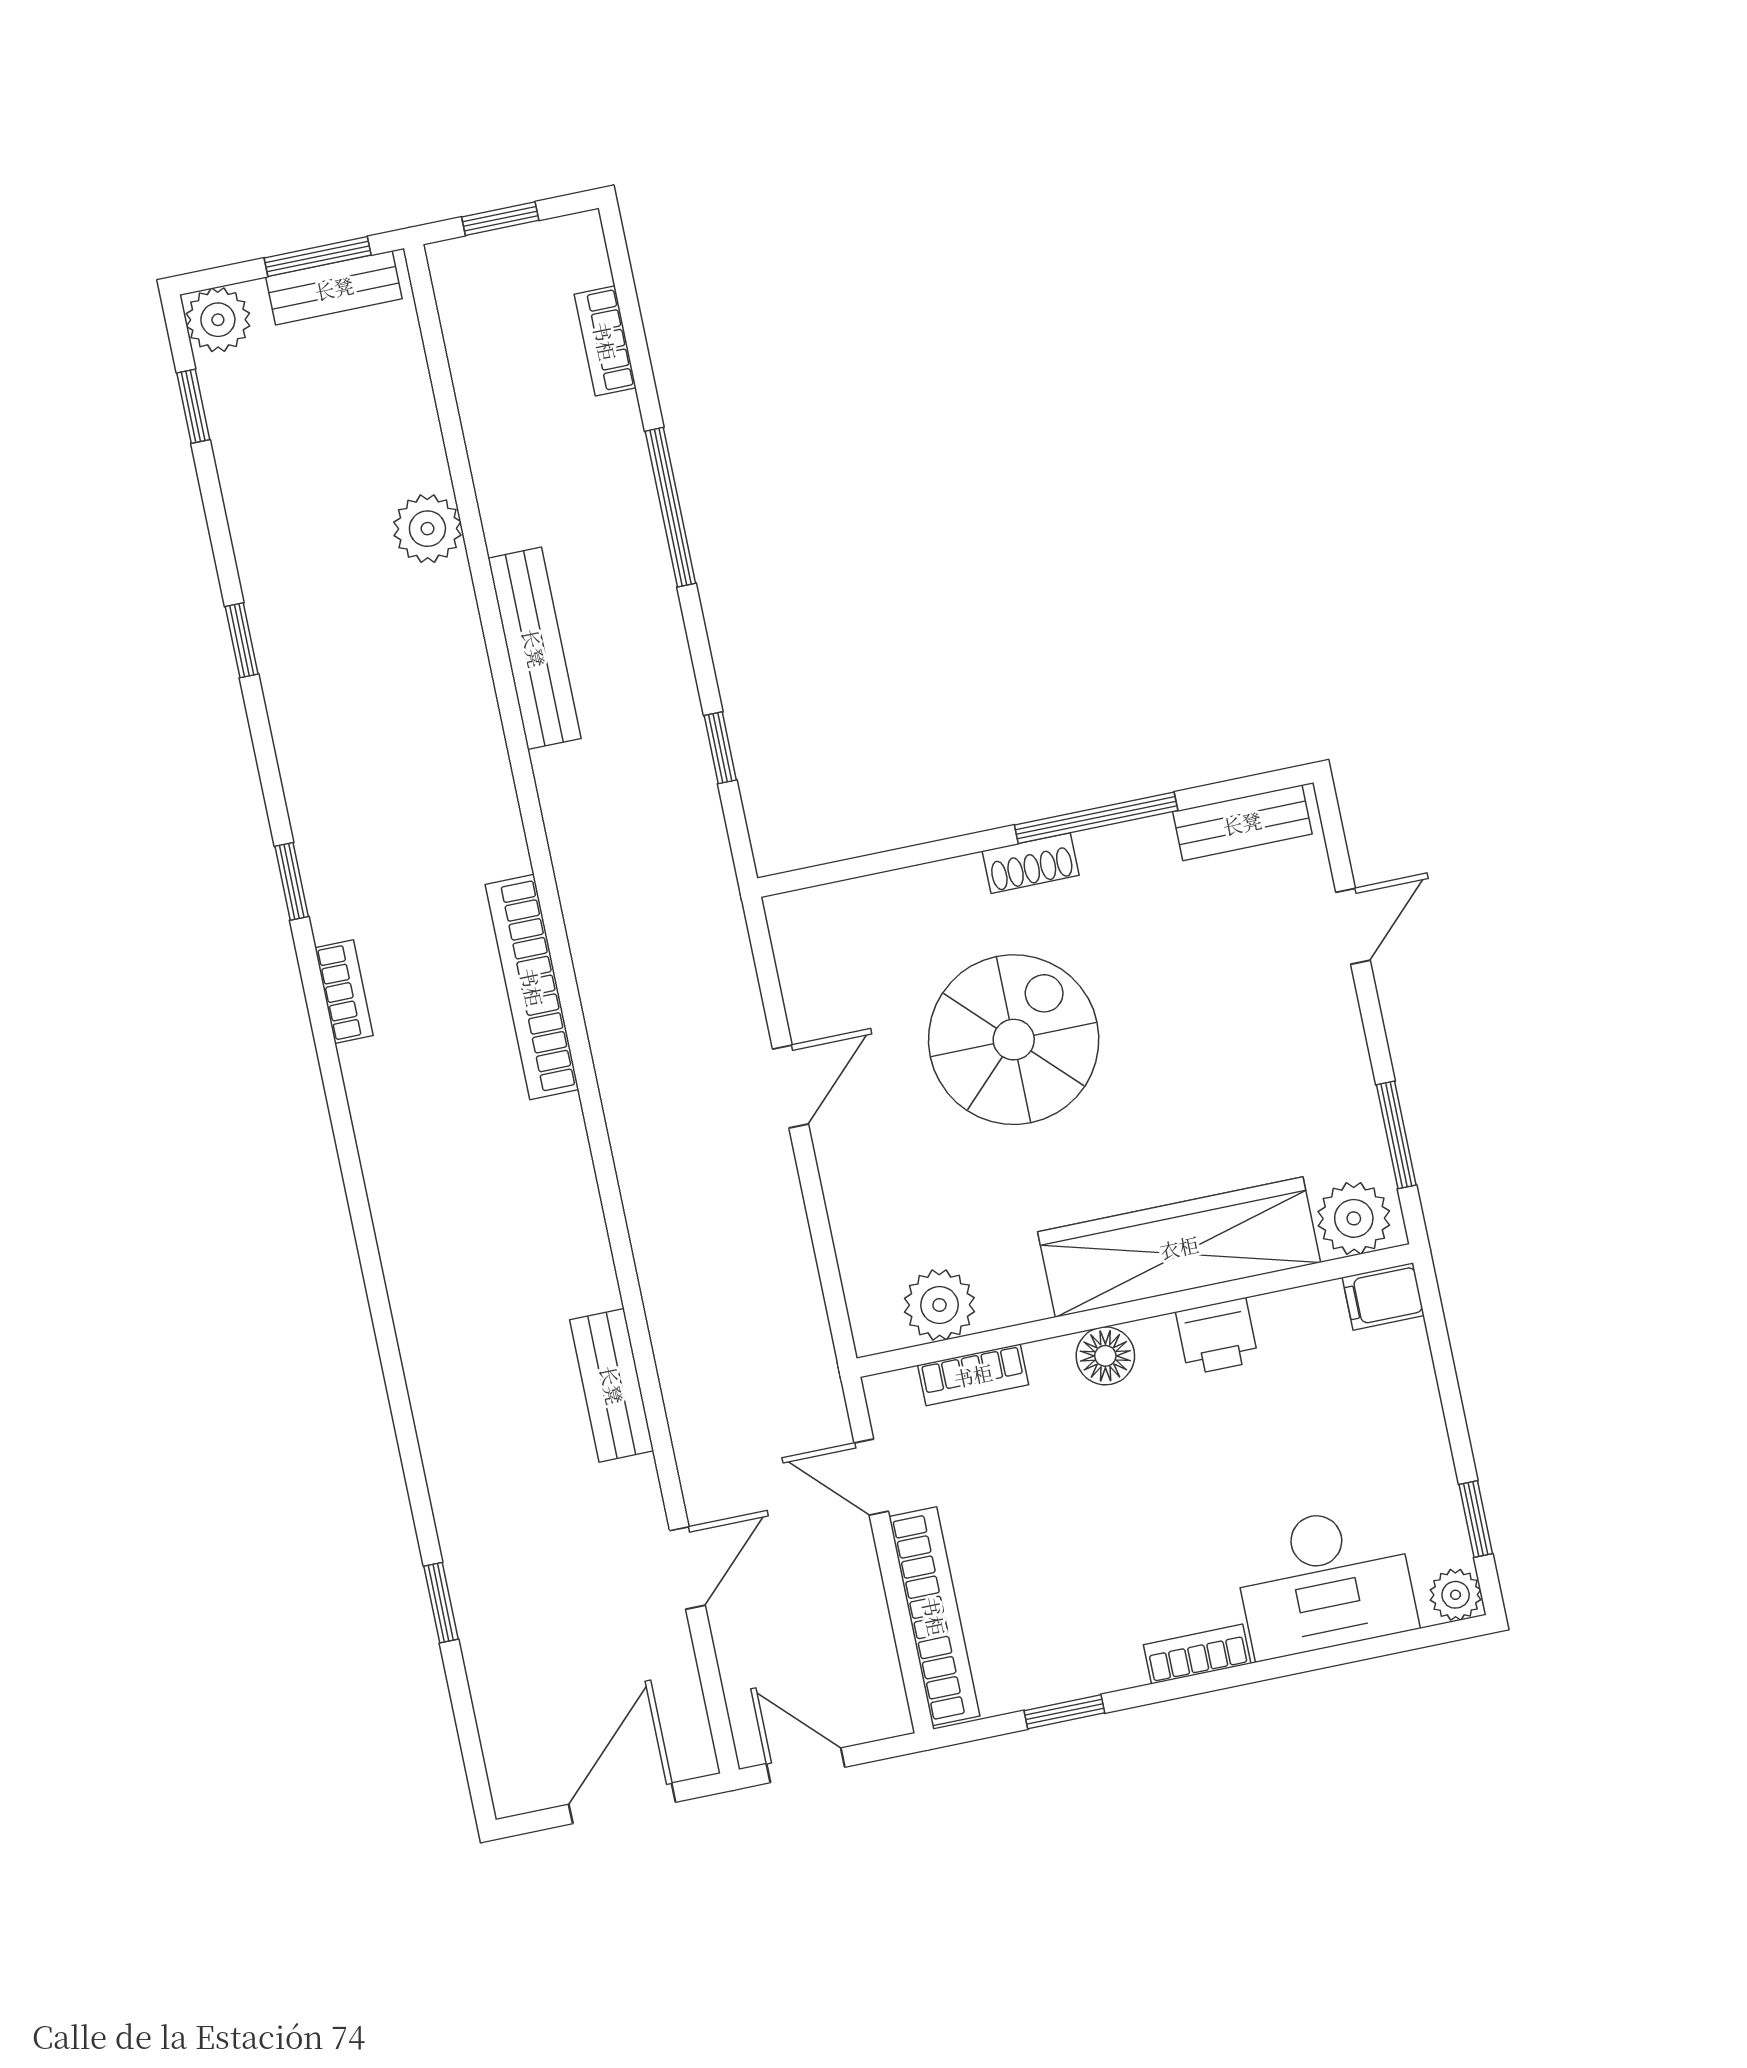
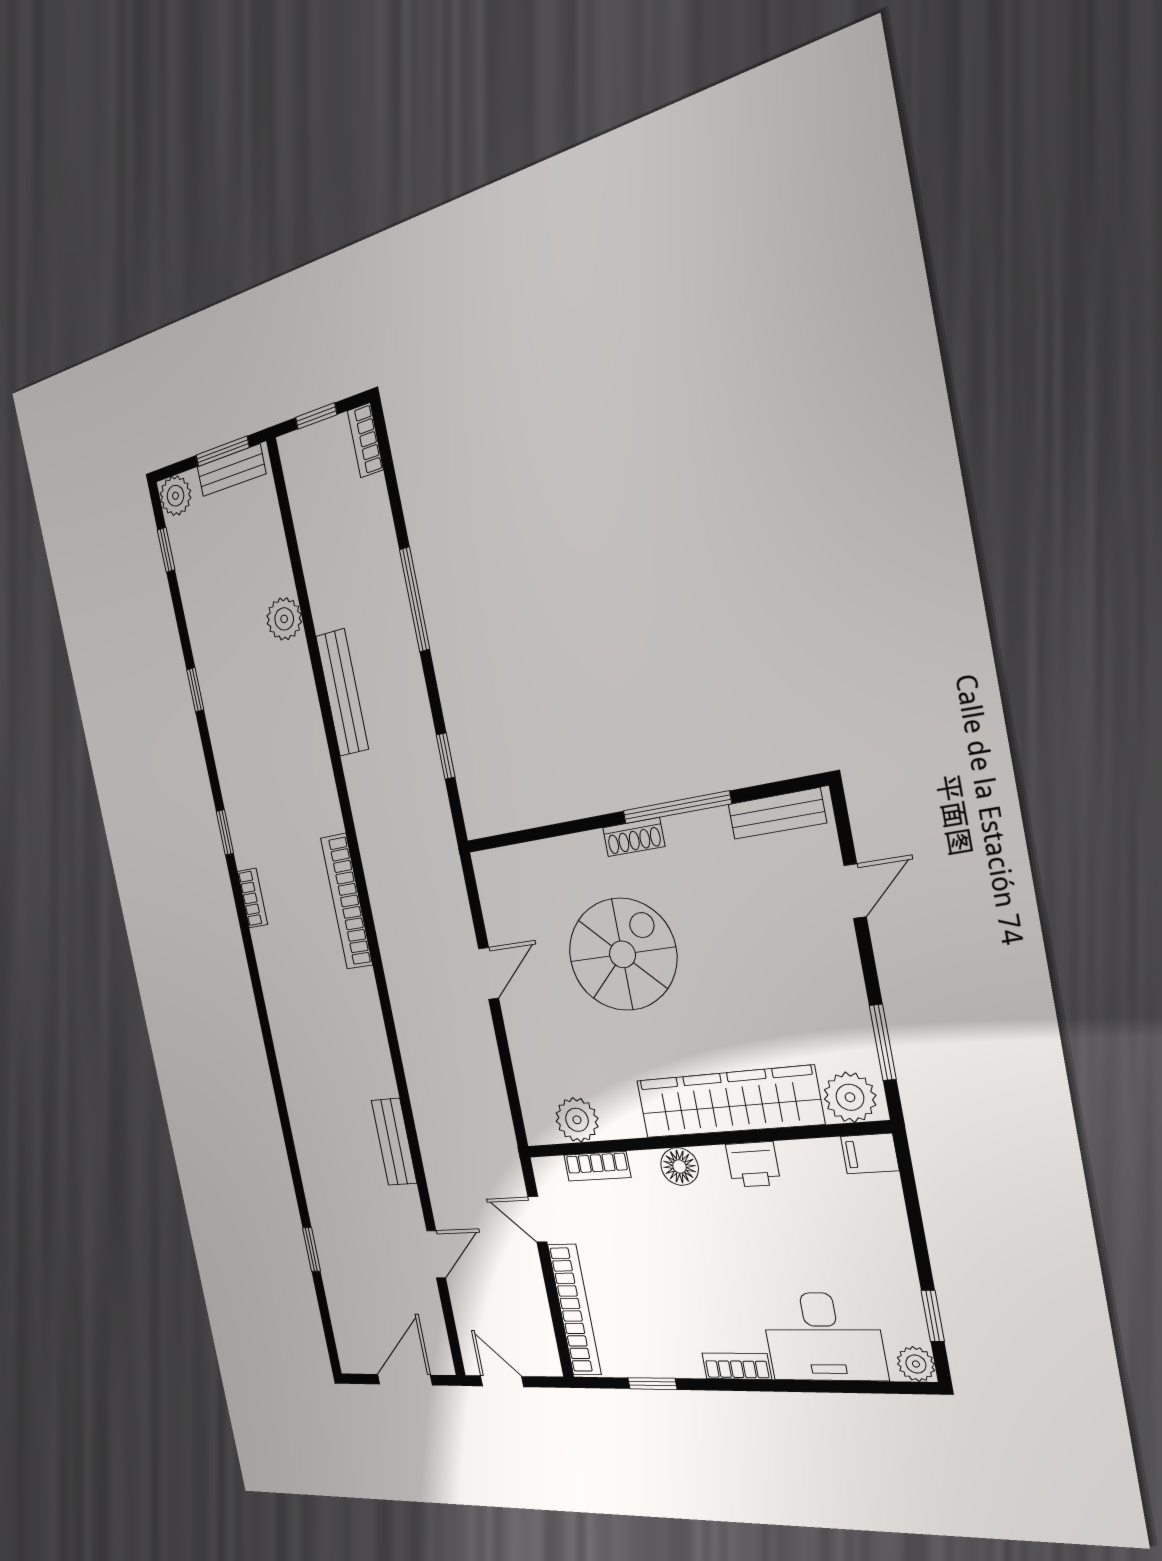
bookcase: (605, 341) -> (365, 440), moved

